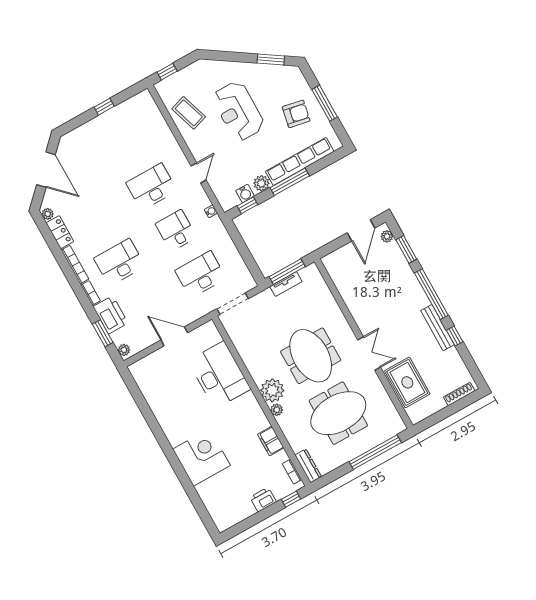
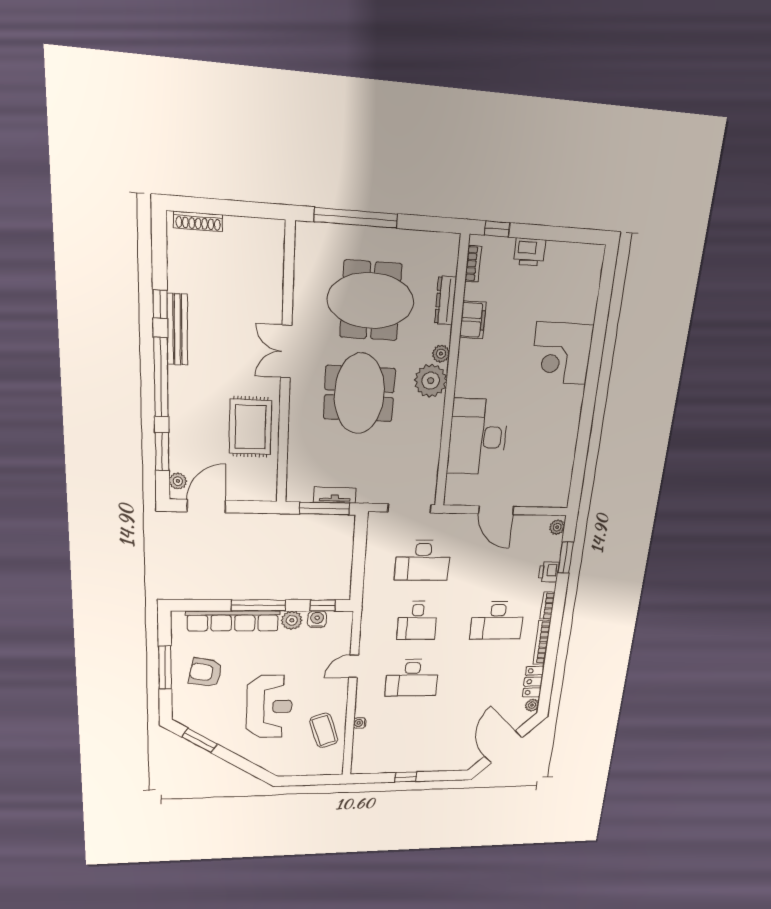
window: (167, 72) -> (320, 780), removed
water cooler: (211, 211) -> (360, 723), moved
printer: (111, 315) -> (549, 572), width x0.53, depth x0.68
rug: (407, 382) -> (250, 427), moved
dresser: (308, 466) -> (446, 300), moved

